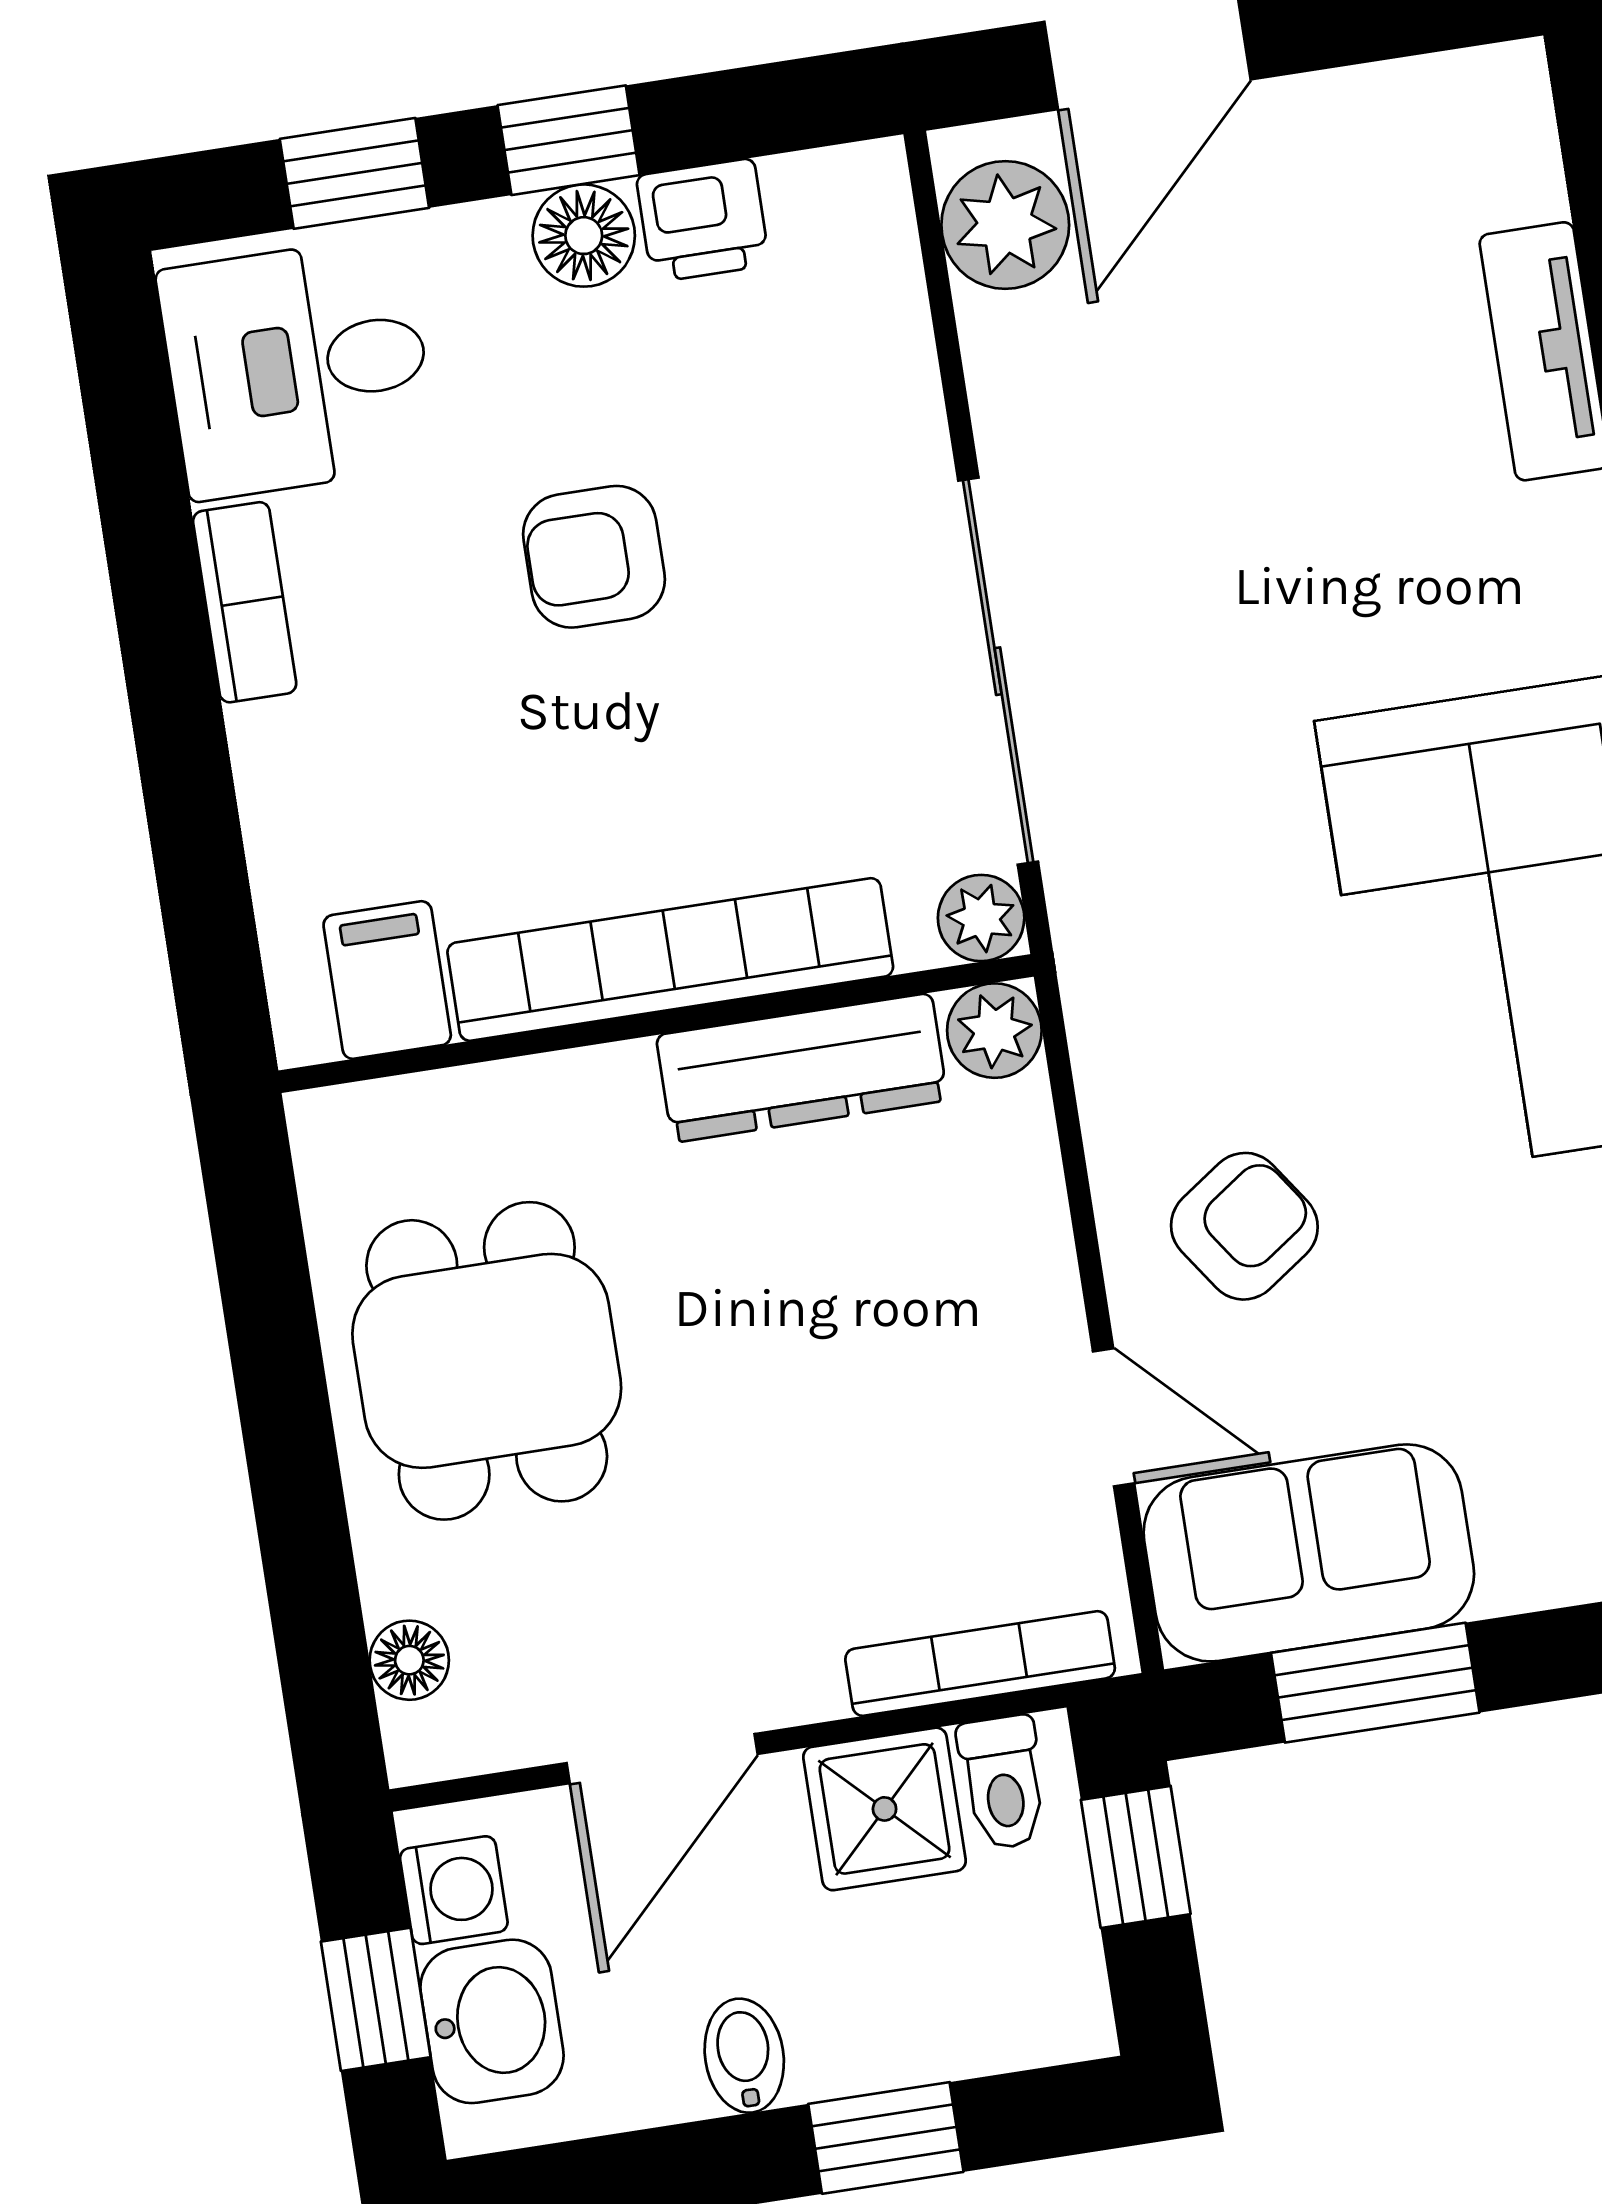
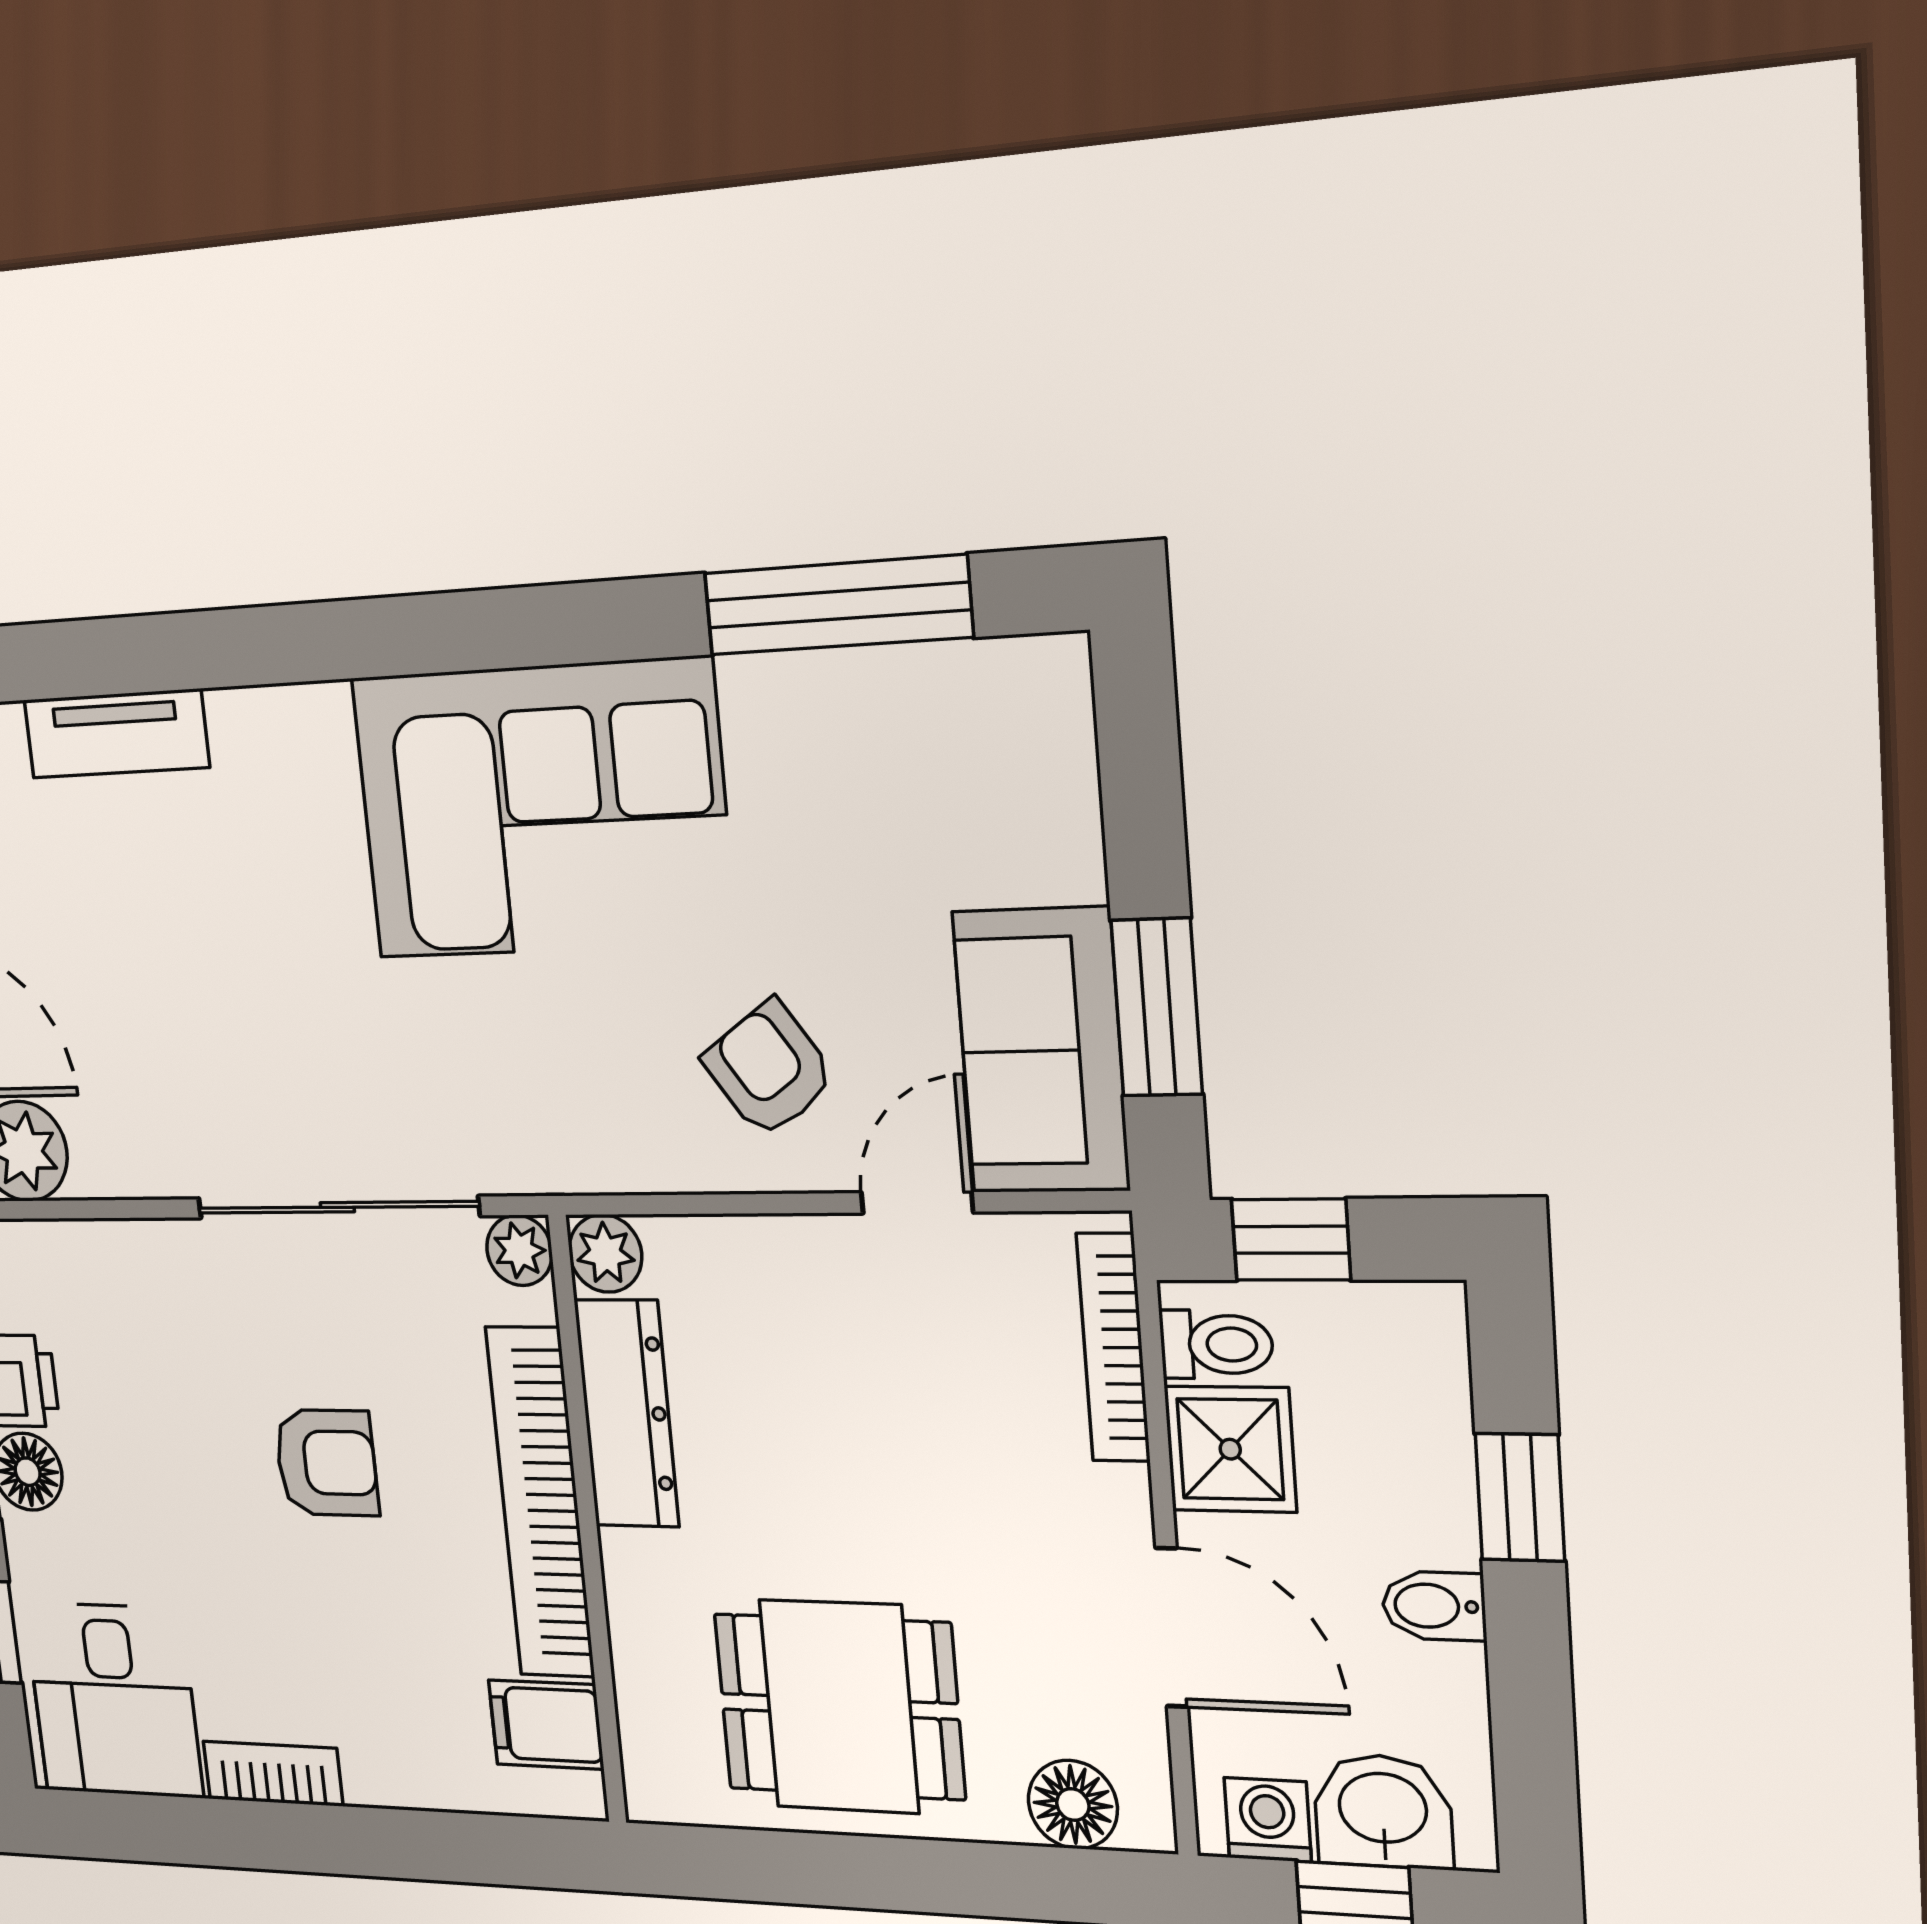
armchair: (594, 557) -> (326, 1463), moved, turned -90
floor lamp: (409, 1660) -> (1073, 1805), width x1.37, depth x1.37

